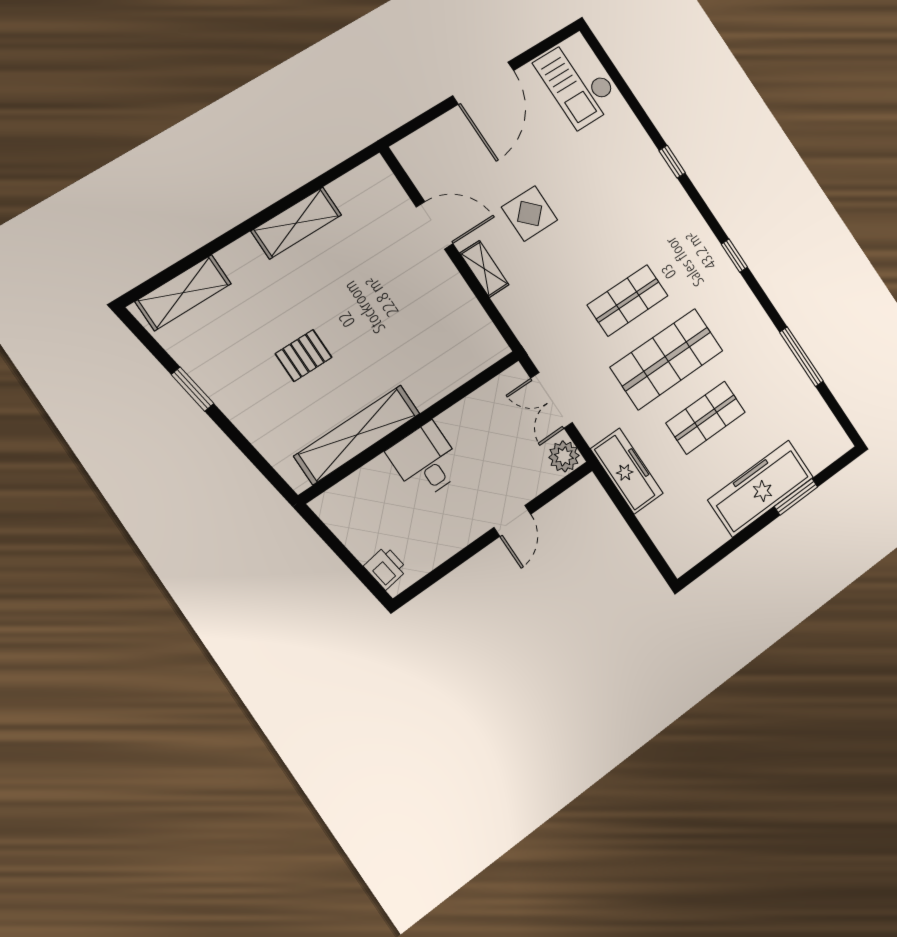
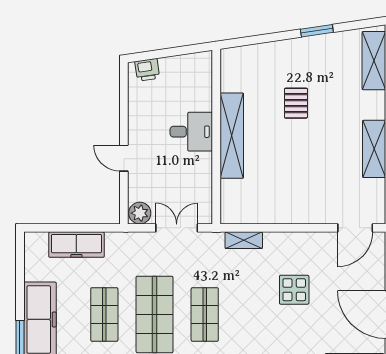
door: (435, 225) -> (355, 228), moved
shelving: (484, 269) -> (244, 240), moved
shelving: (357, 435) -> (232, 136), moved
freezer: (627, 471) -> (76, 245), moved

